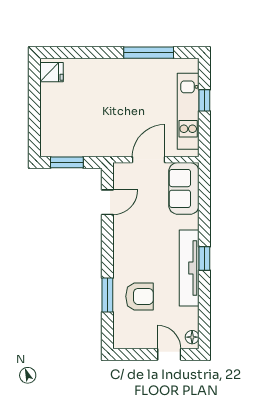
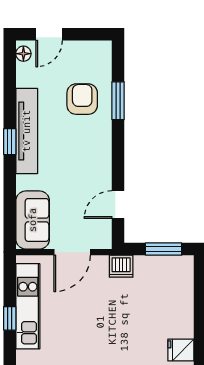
dishwasher: (105, 147) -> (121, 266), added
armchair: (140, 296) -> (82, 99), turned 90
door: (169, 354) -> (49, 34), hinge flipped

